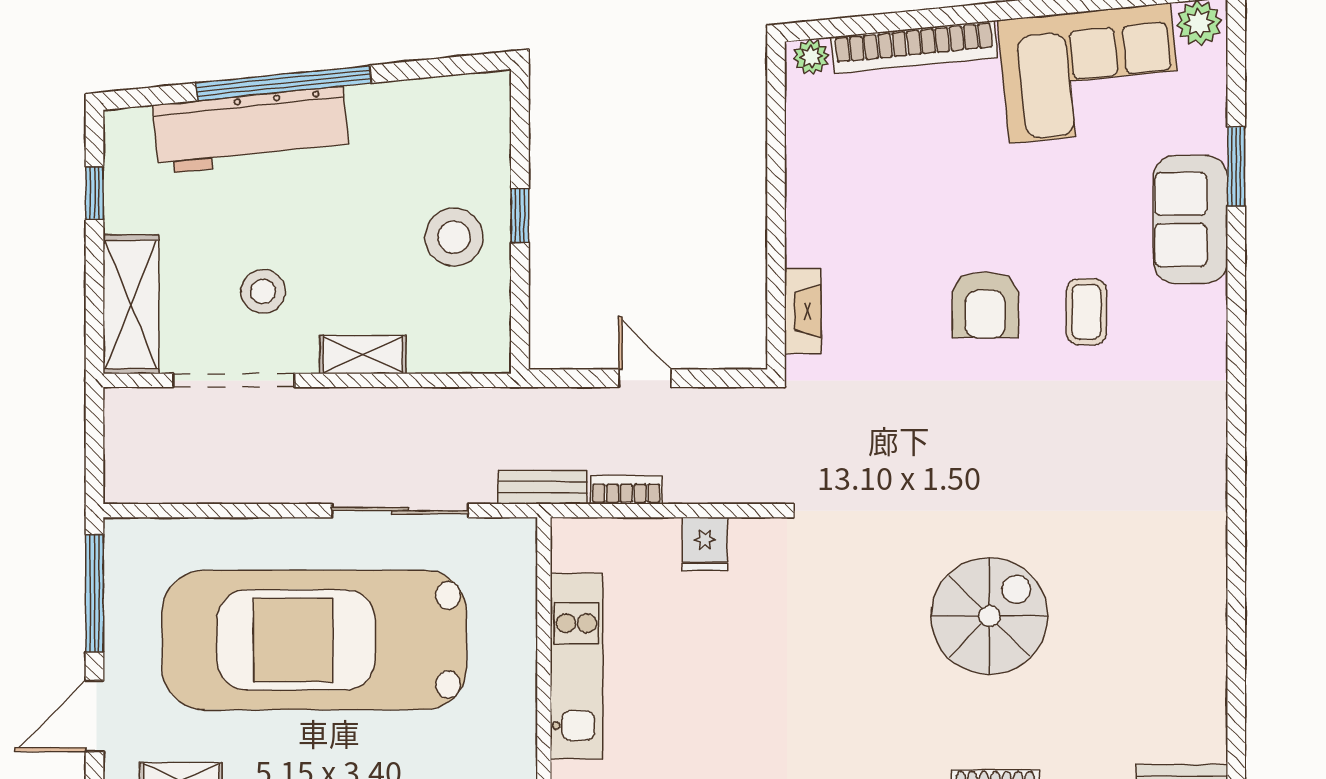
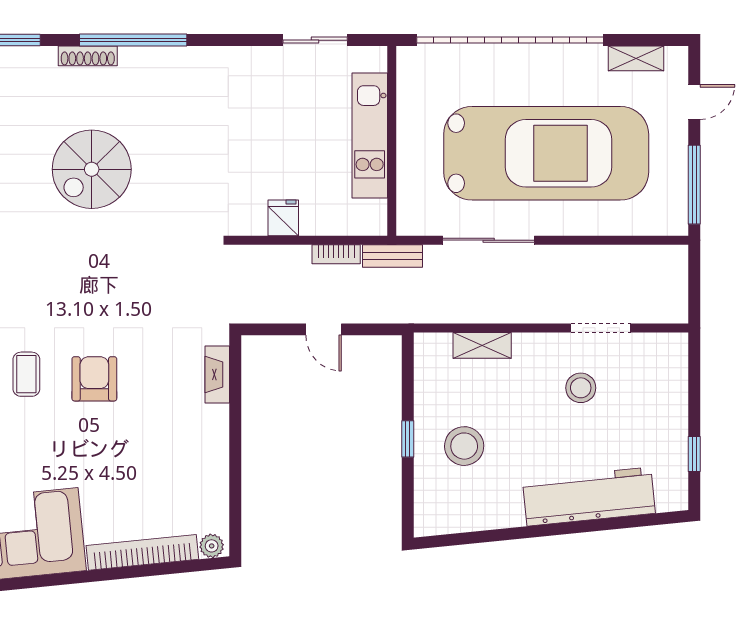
window: (283, 83) -> (567, 528), removed
stool: (454, 237) -> (464, 446), moved
shelving: (131, 304) -> (670, 379), removed
shelving: (363, 355) -> (482, 345), moved
doorway: (234, 380) -> (601, 328), width x0.73
door: (94, 716) -> (694, 102), width x0.73

